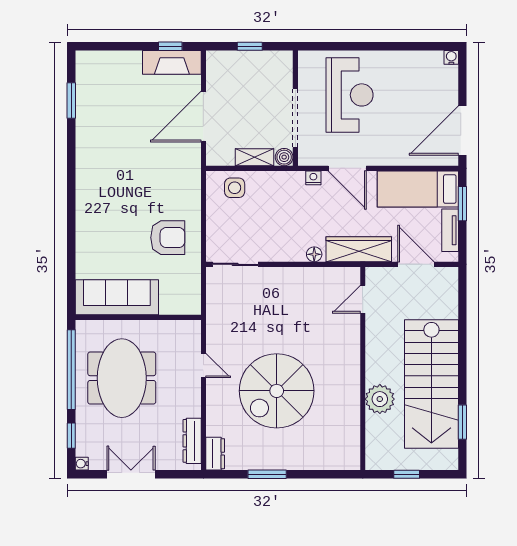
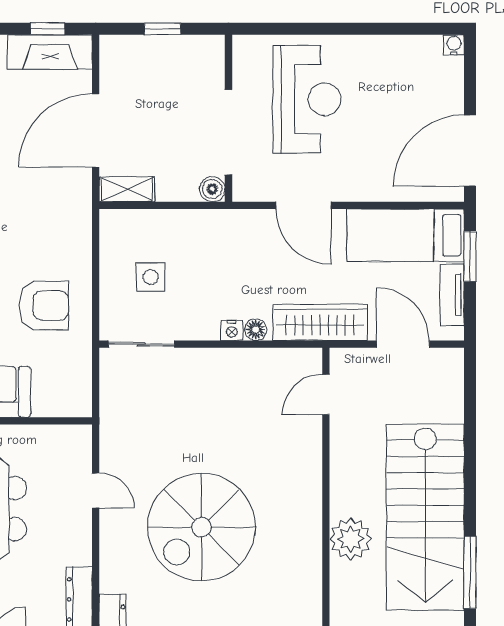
shelving: (255, 157) -> (127, 189), moved
nightstand: (313, 178) -> (232, 330), moved, turned 180
side table: (235, 188) -> (151, 277), moved
window: (462, 422) -> (470, 572), width x1.44

